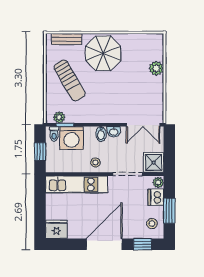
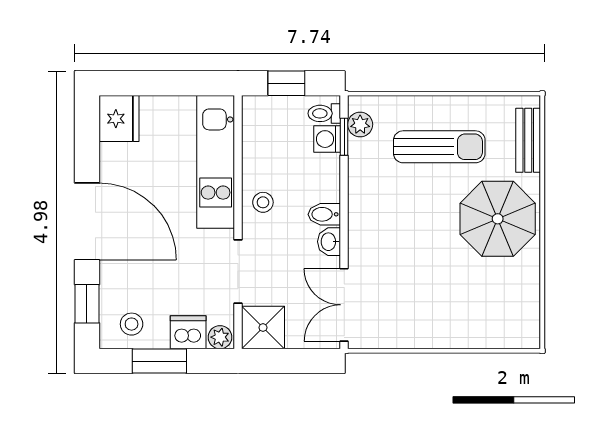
plant: (156, 68) -> (465, 333), removed
sun lounger: (70, 80) -> (439, 147), turned -150
washing machine: (71, 138) -> (327, 139), width x0.53, depth x0.53

